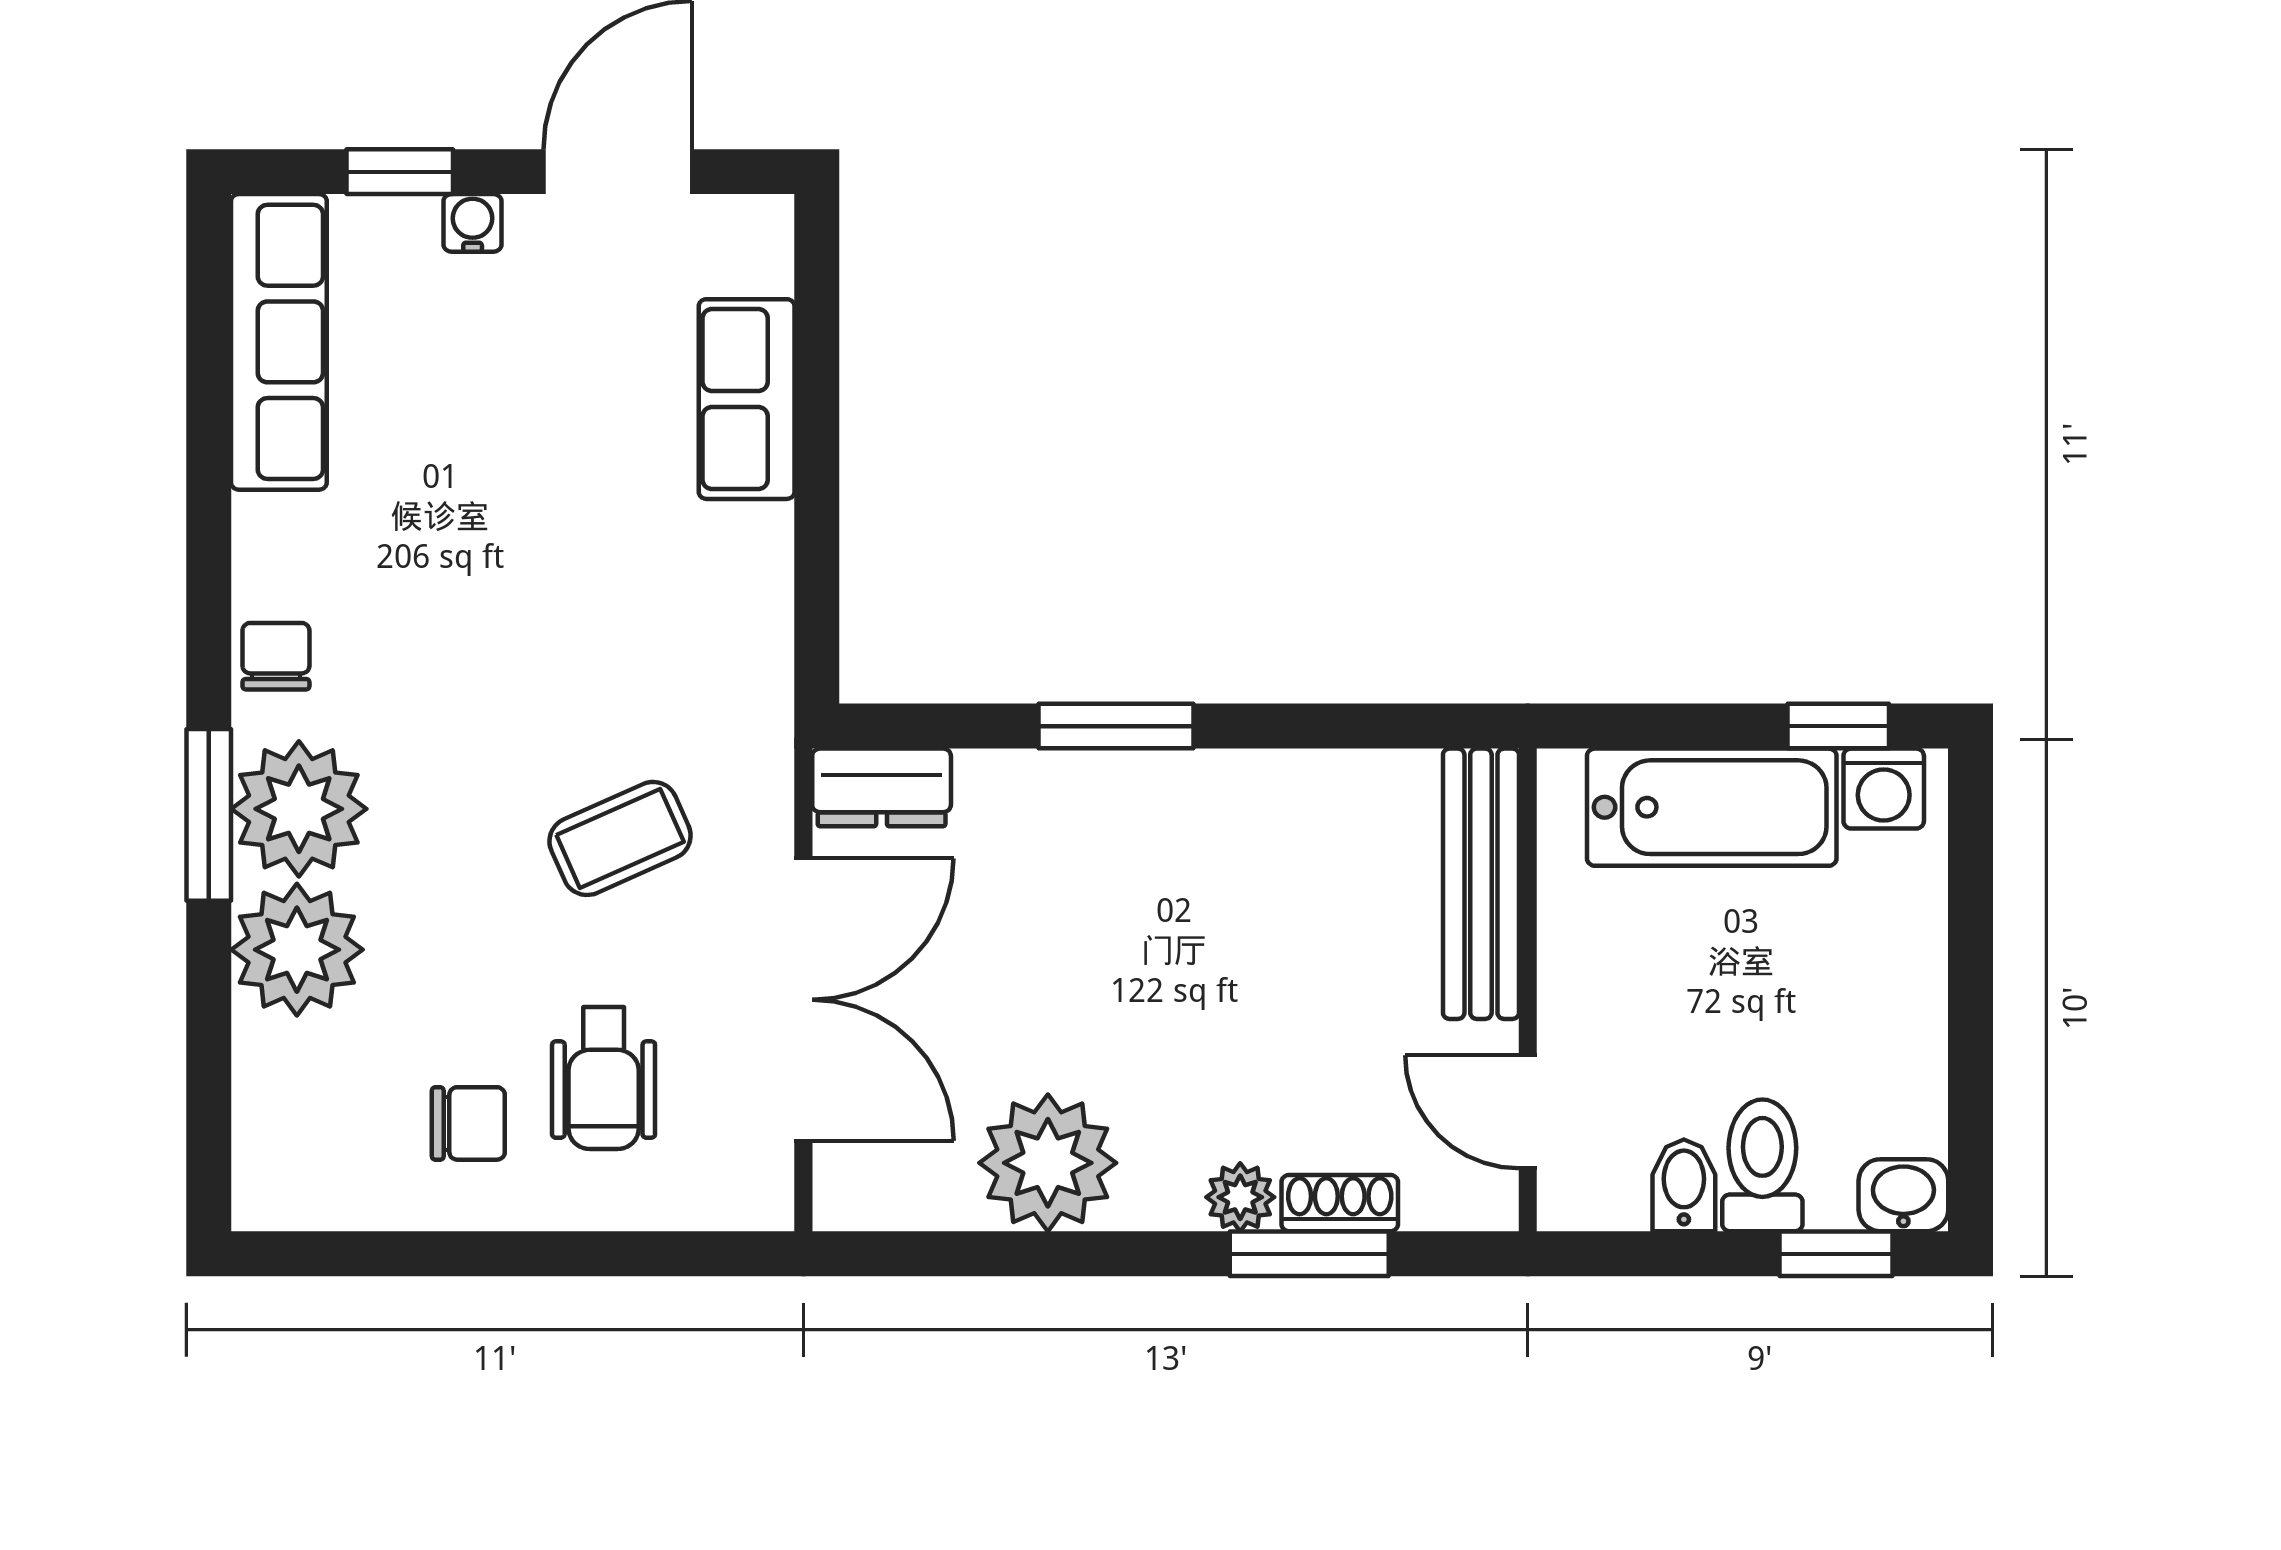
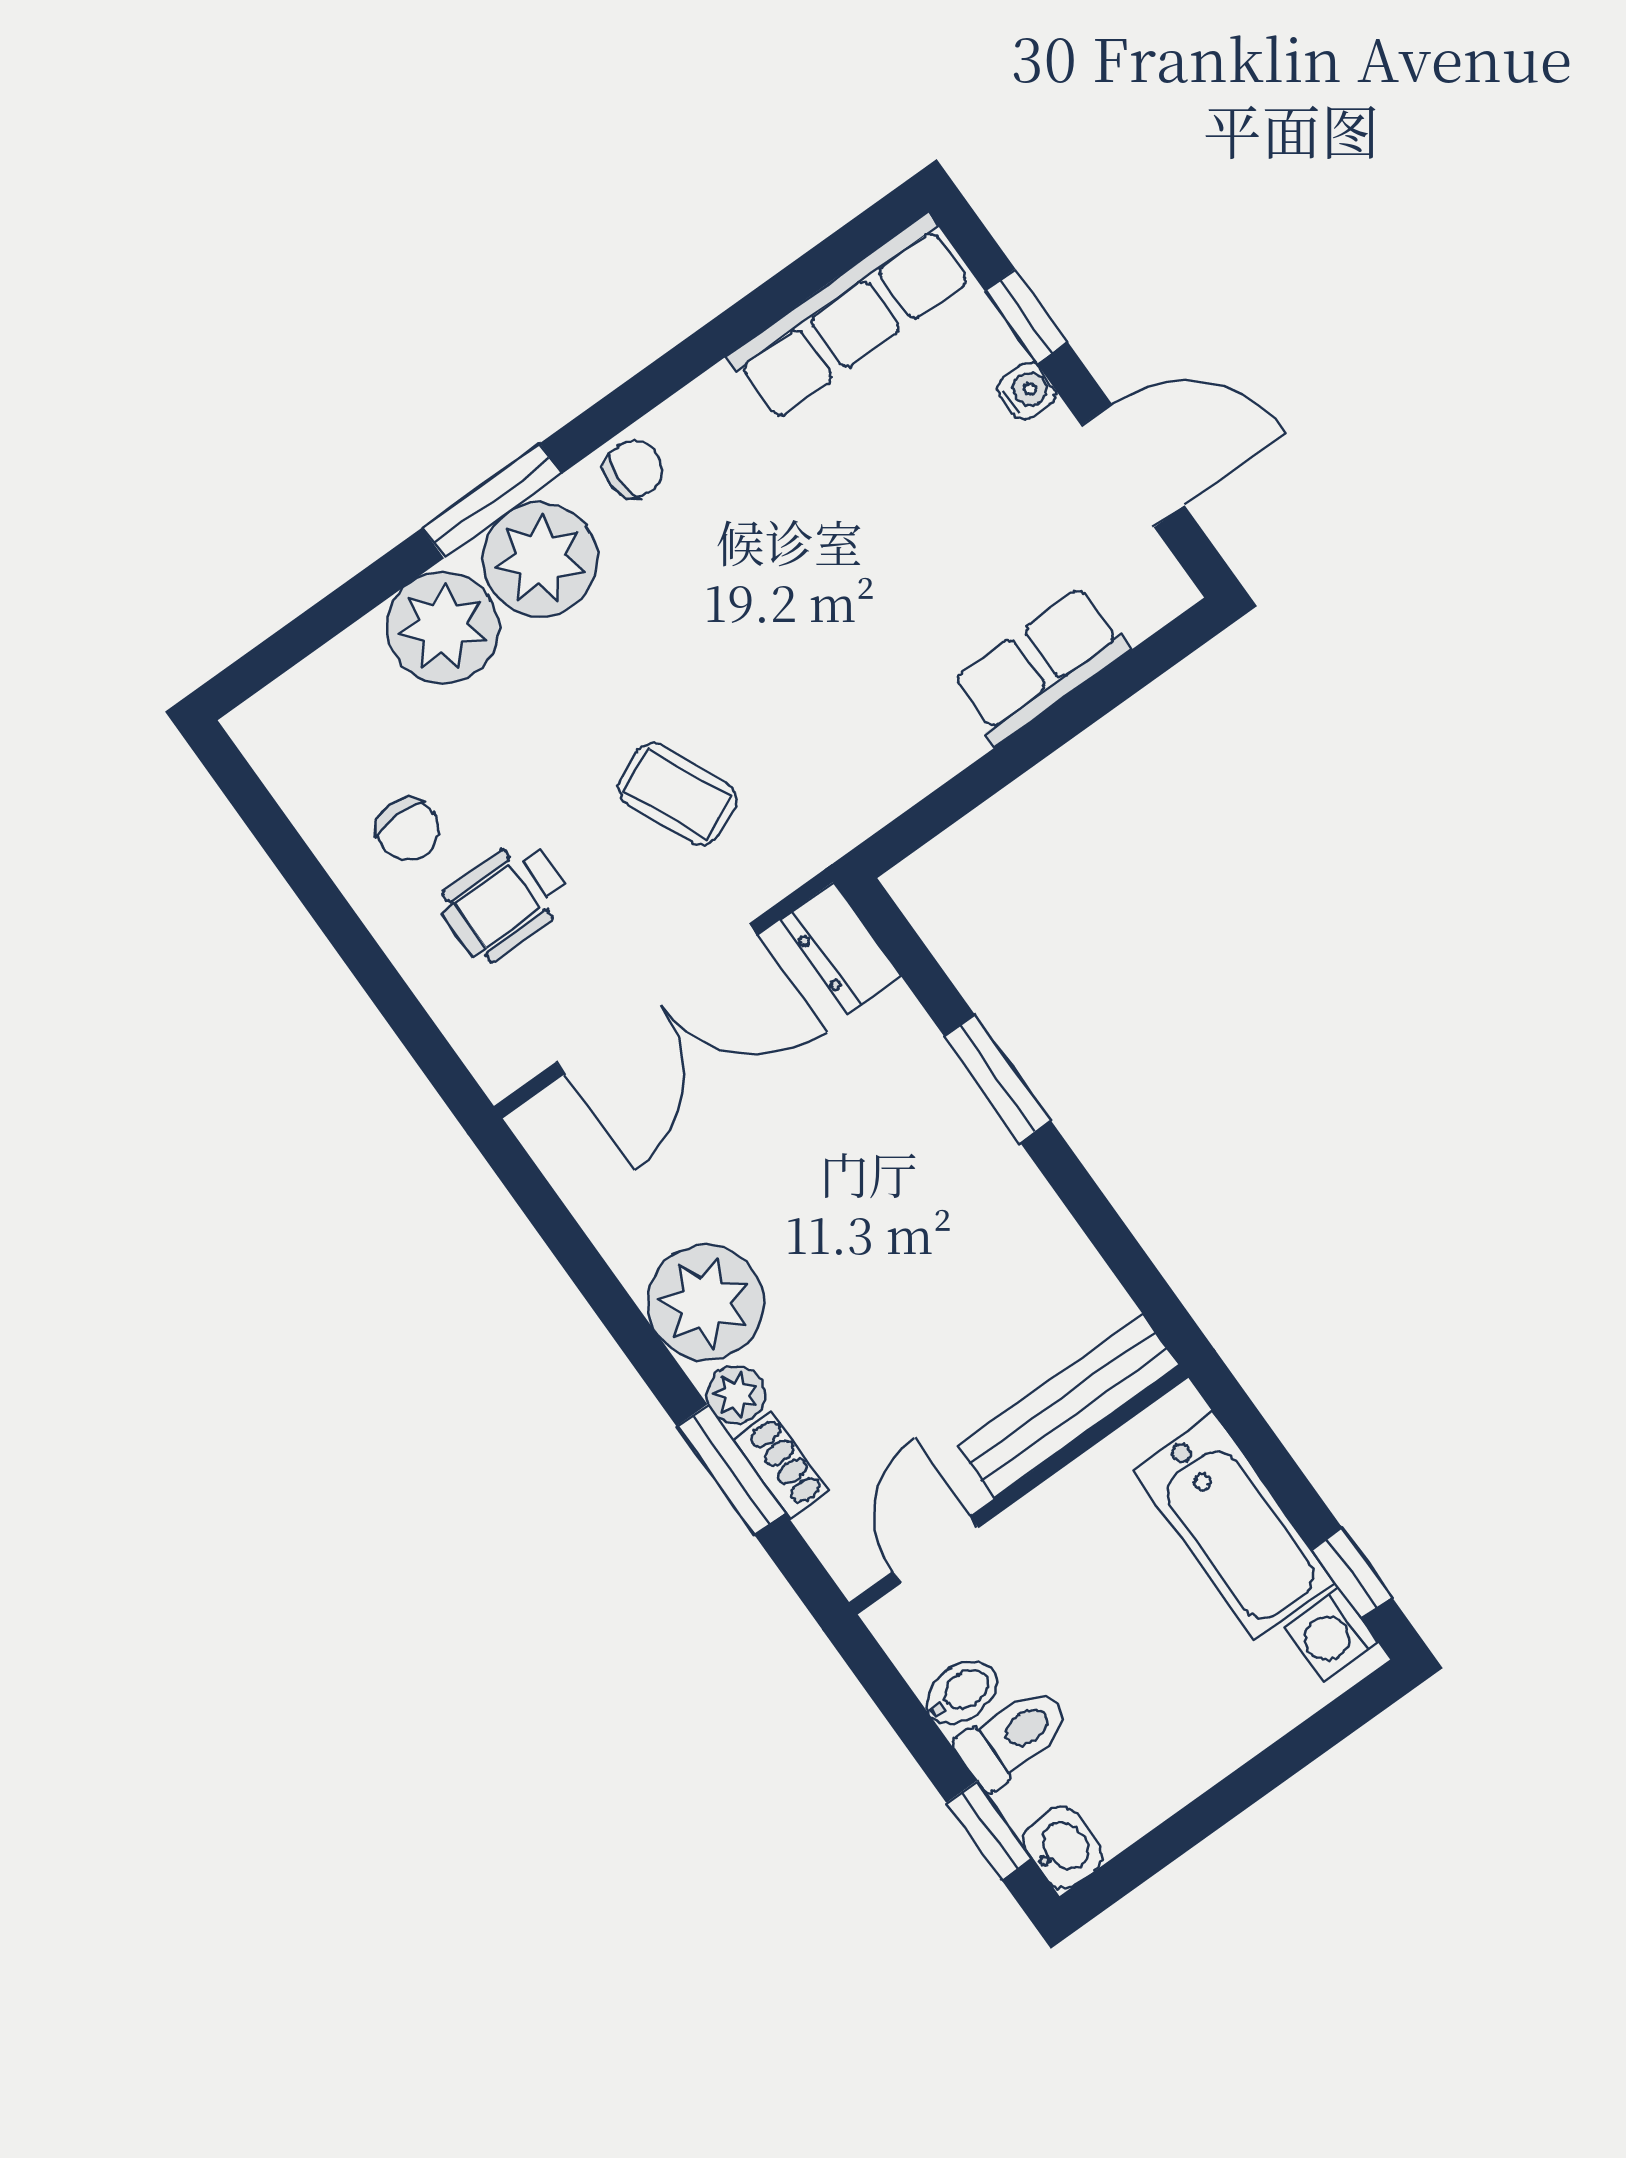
plant: (1048, 1163) -> (705, 1303), moved

